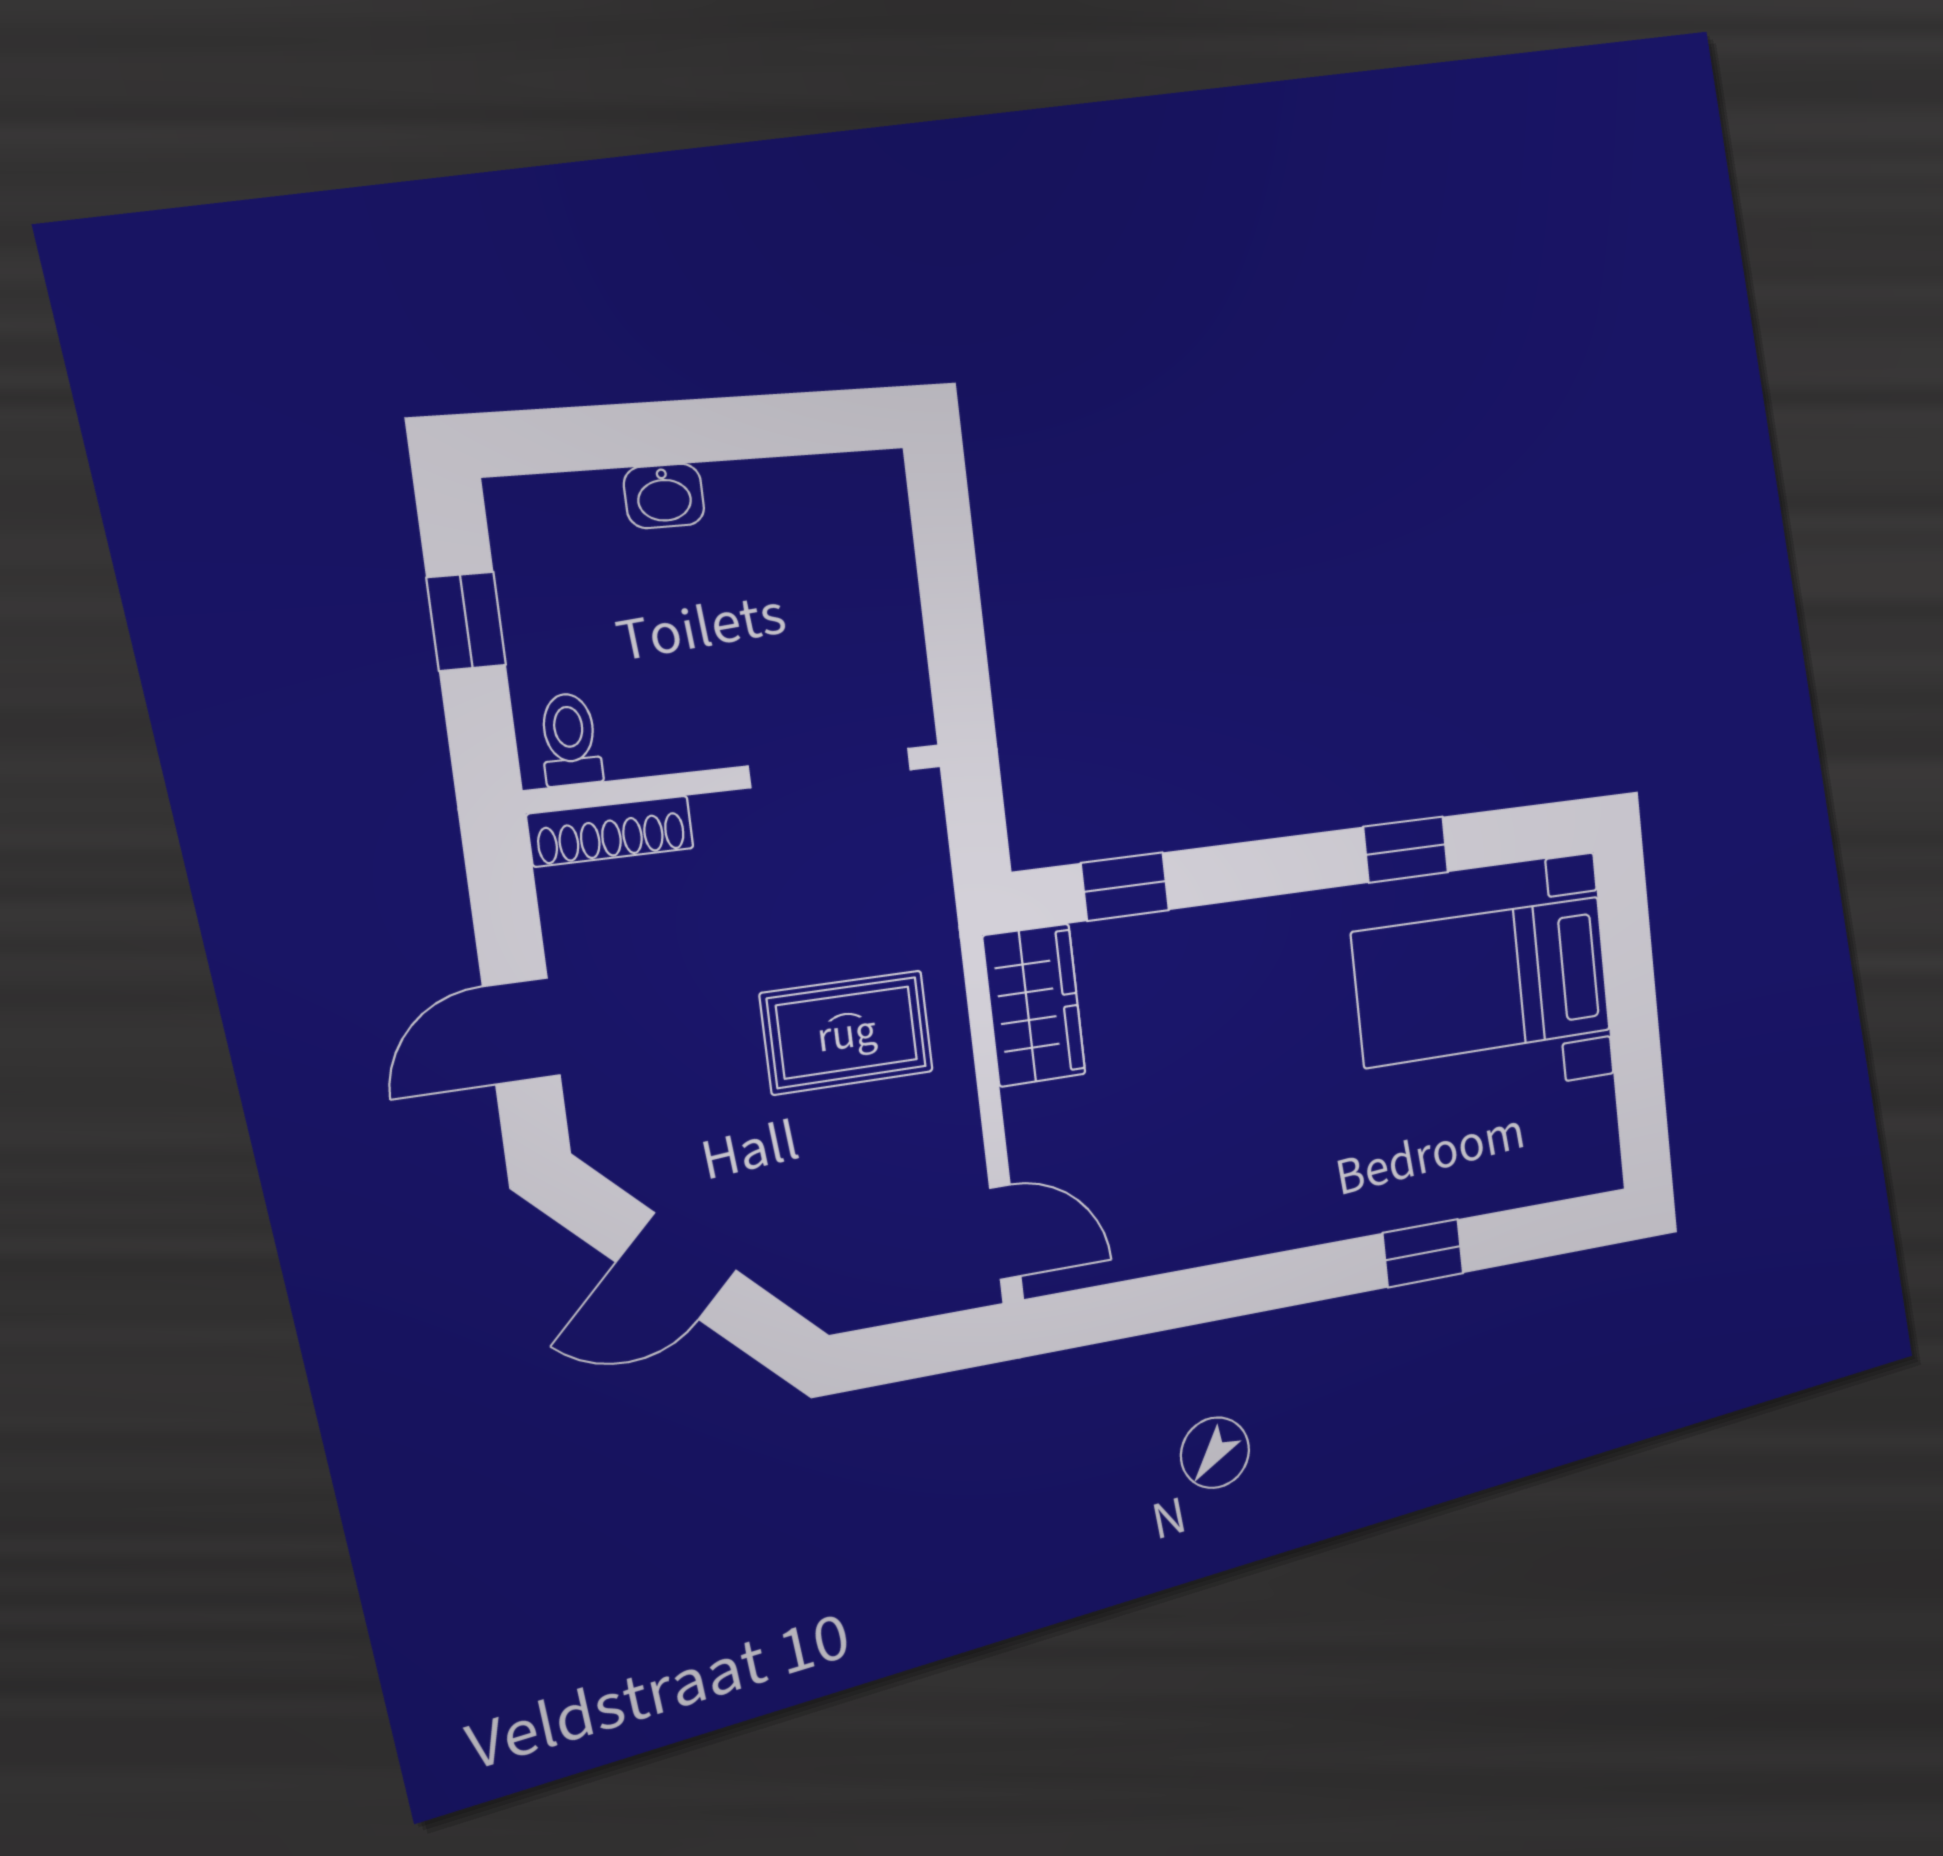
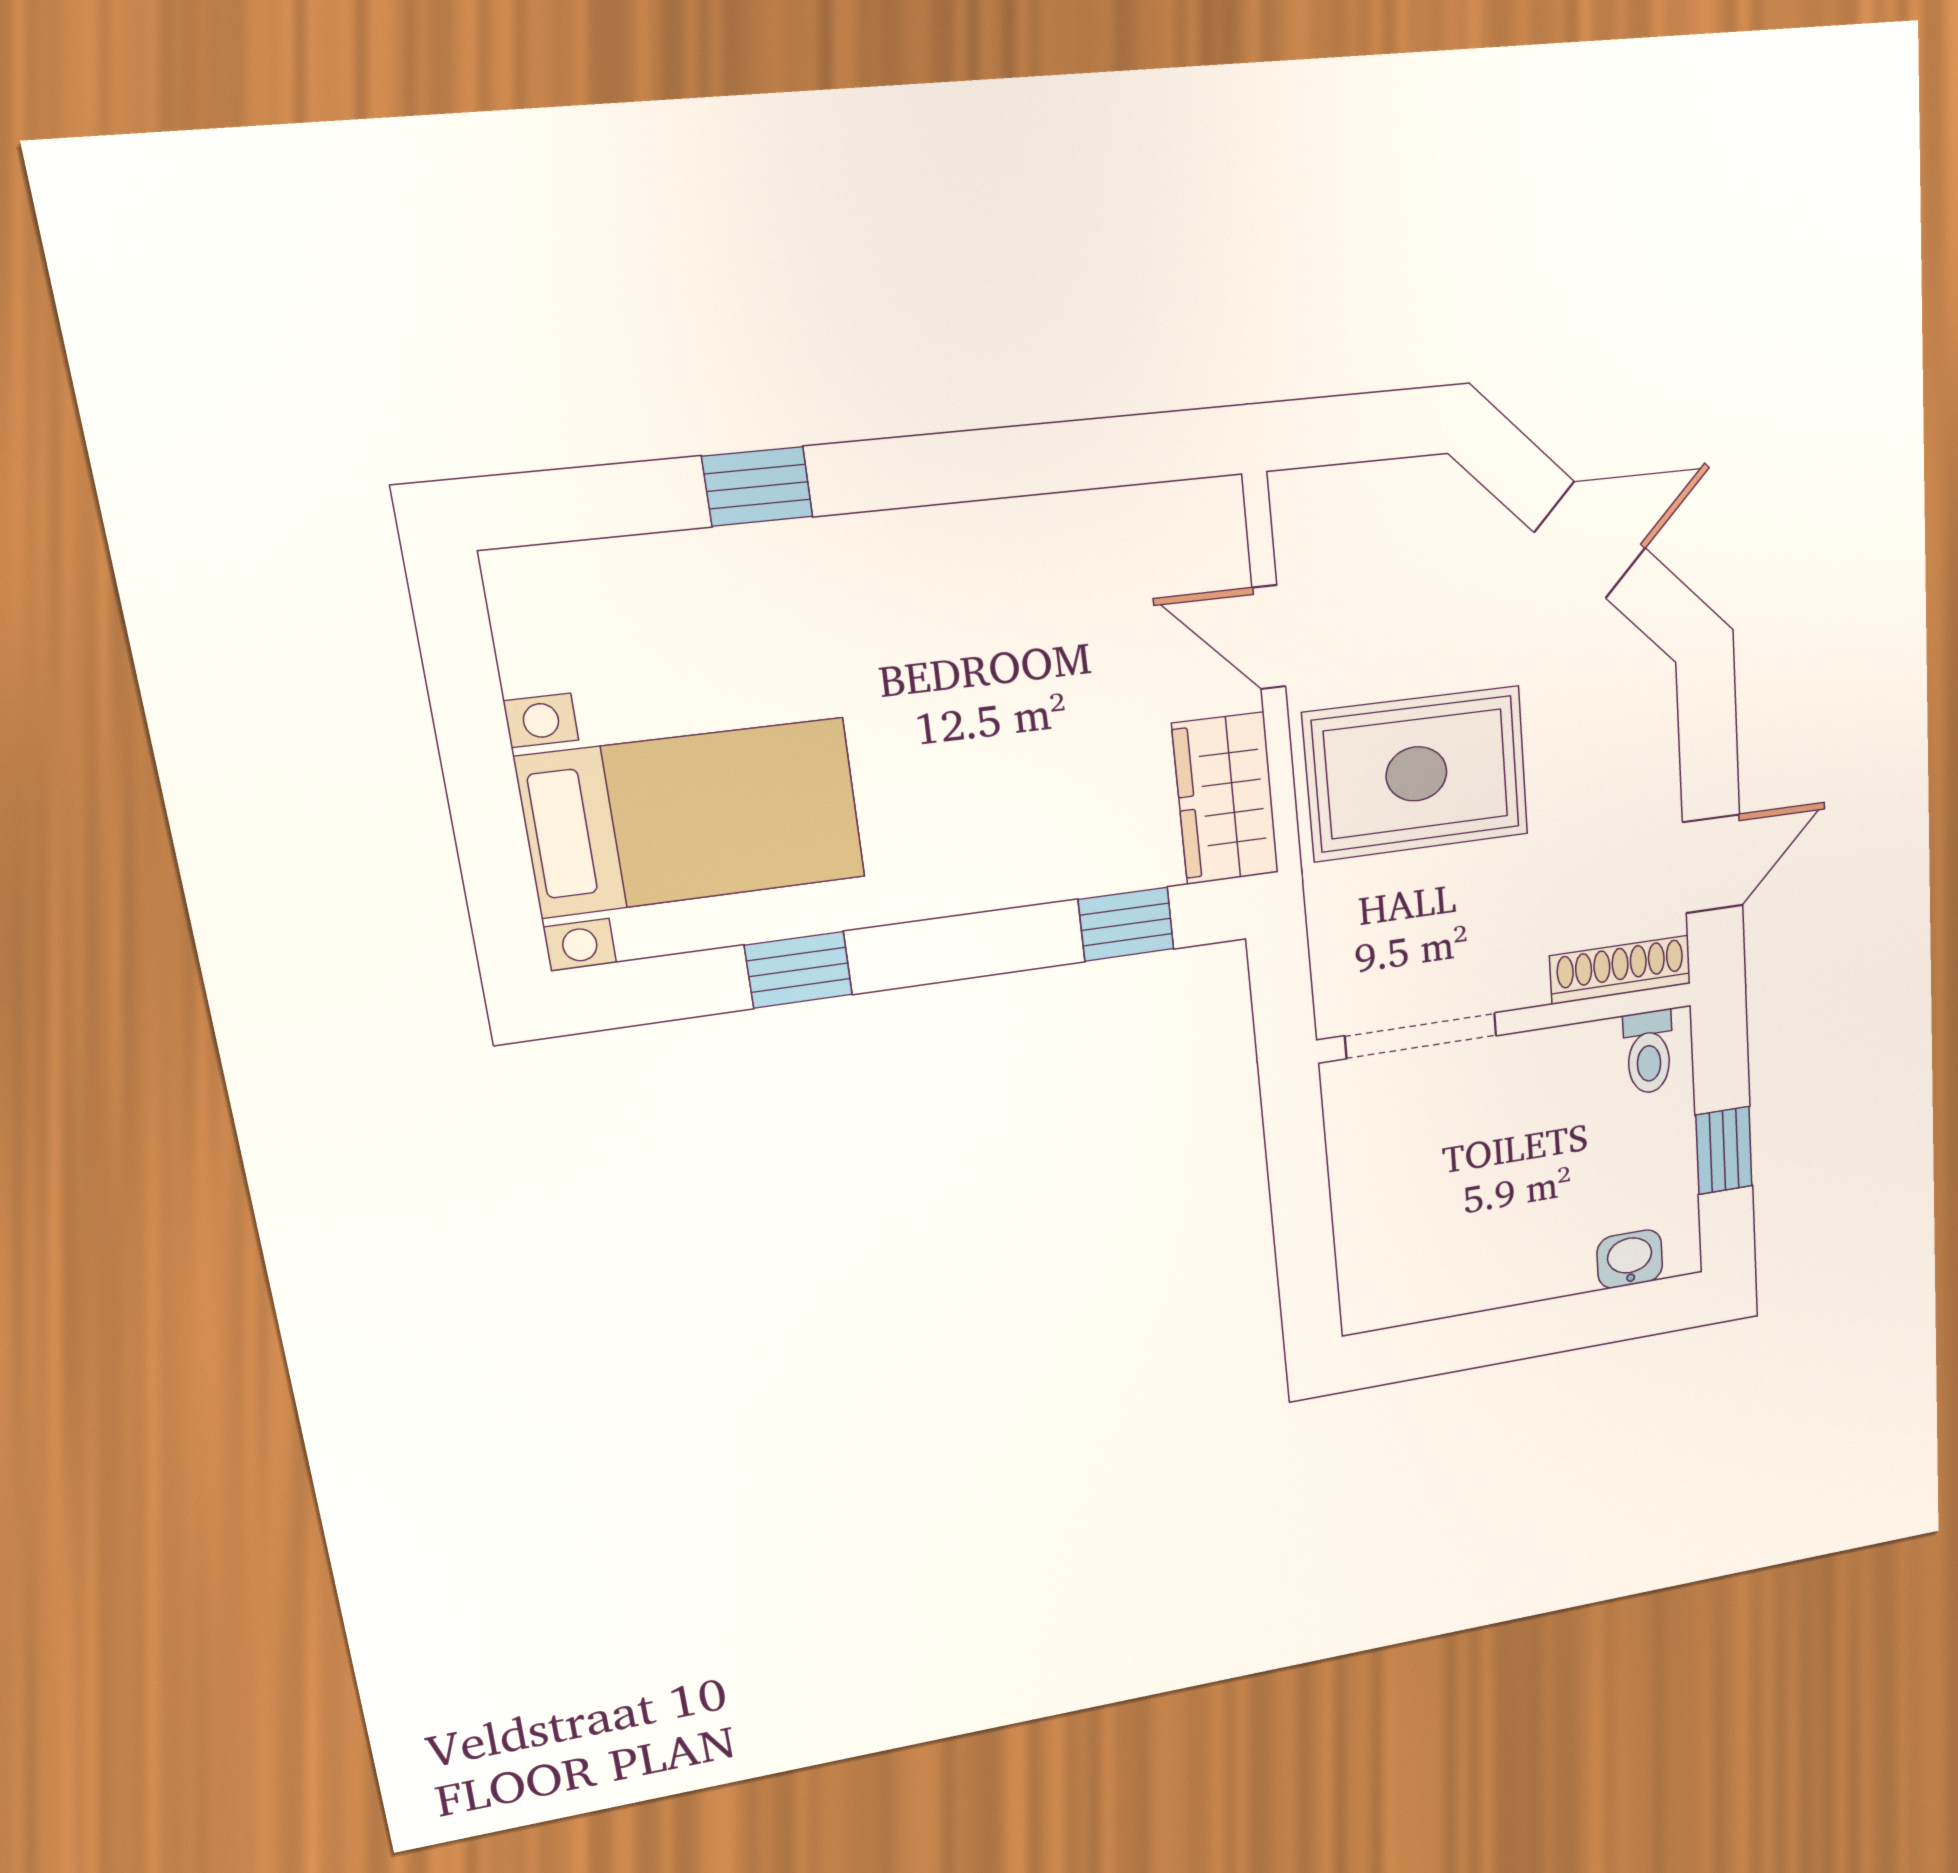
washbasin: (664, 496) -> (1630, 1259), moved
door: (521, 1031) -> (1713, 864), moved
rug: (847, 1033) -> (1416, 774), width x1.36, depth x1.43
door: (1005, 1232) -> (1269, 637), moved

